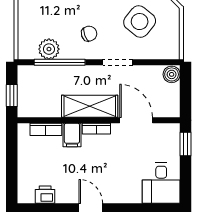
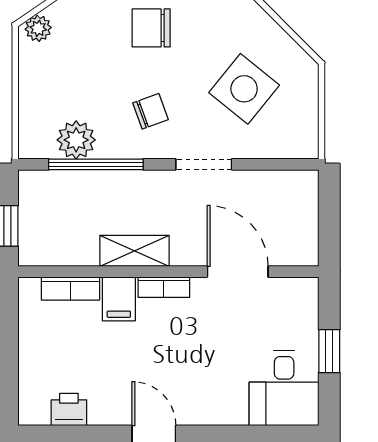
boiler: (172, 74) -> (303, 187), removed
shelving: (90, 106) -> (134, 251), width x0.67, depth x0.75
window: (186, 144) -> (329, 351), moved

